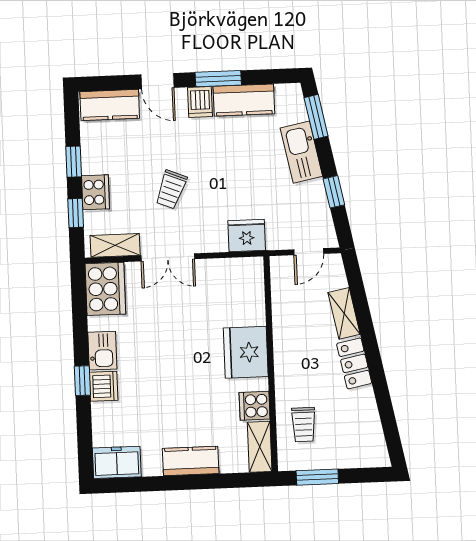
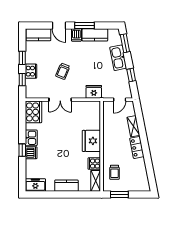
shelving: (115, 245) -> (38, 94), removed

